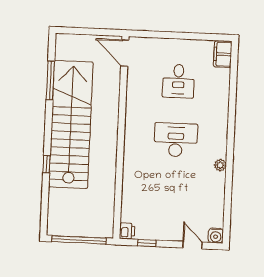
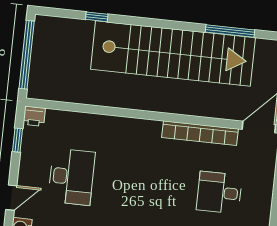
bookcase: (132, 99) -> (200, 133), added
desk: (176, 140) -> (71, 177), moved
window: (47, 164) -> (97, 17), moved

